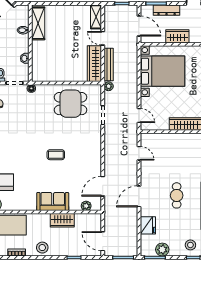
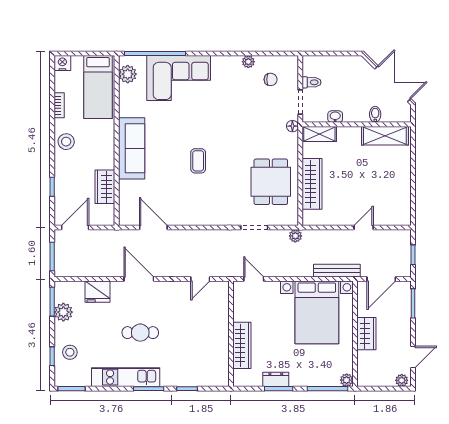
dresser: (167, 10) -> (404, 318), removed
shelving: (96, 17) -> (319, 134), moved
wardrobe: (94, 64) -> (312, 184), moved, turned 90
bench: (109, 65) -> (337, 271), moved
door: (139, 116) -> (254, 279), swing flipped
sofa: (53, 202) -> (132, 148), width x1.36
plant: (86, 206) -> (125, 204), removed
wardrobe: (62, 220) -> (105, 187), moved

